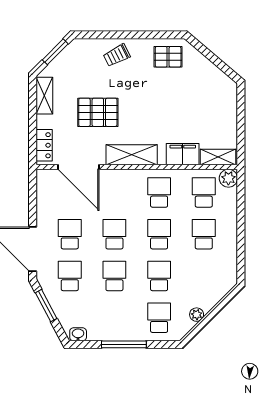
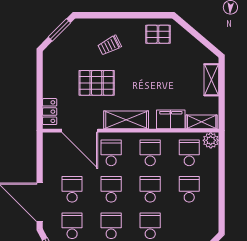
trolley: (117, 55) -> (109, 45), moved
shelving: (44, 96) -> (211, 80), moved
school desk: (114, 192) -> (111, 153), added

